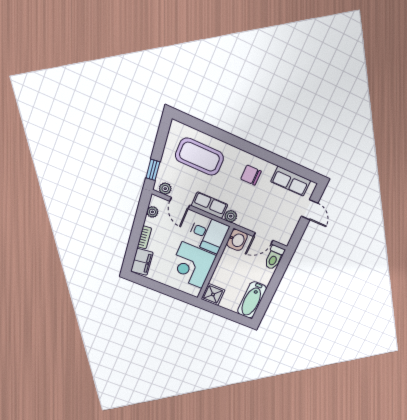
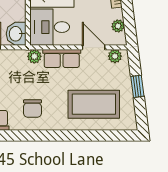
window: (153, 170) -> (137, 86), moved
chair: (251, 175) -> (32, 108), turned 90

